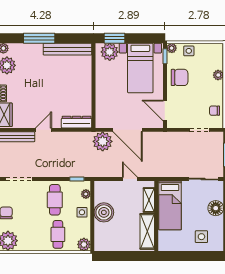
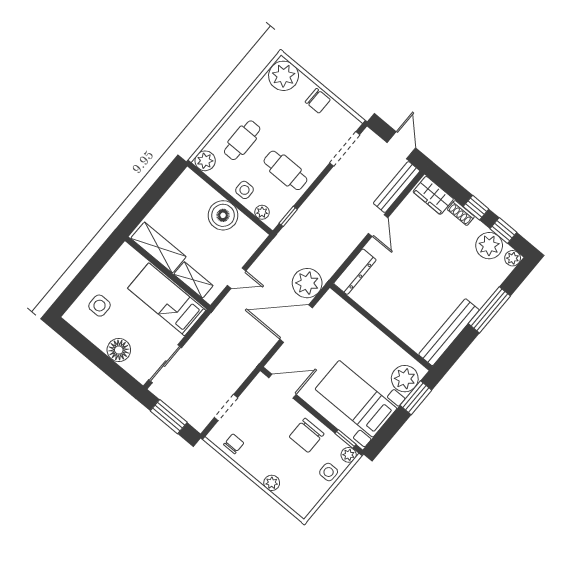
cafe table: (58, 234) -> (242, 140), turned 90

